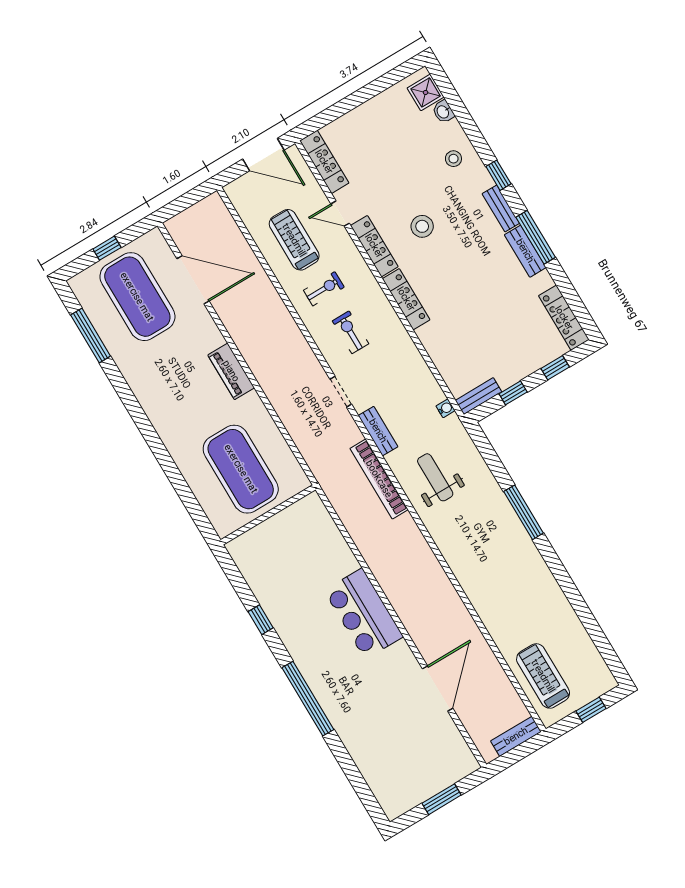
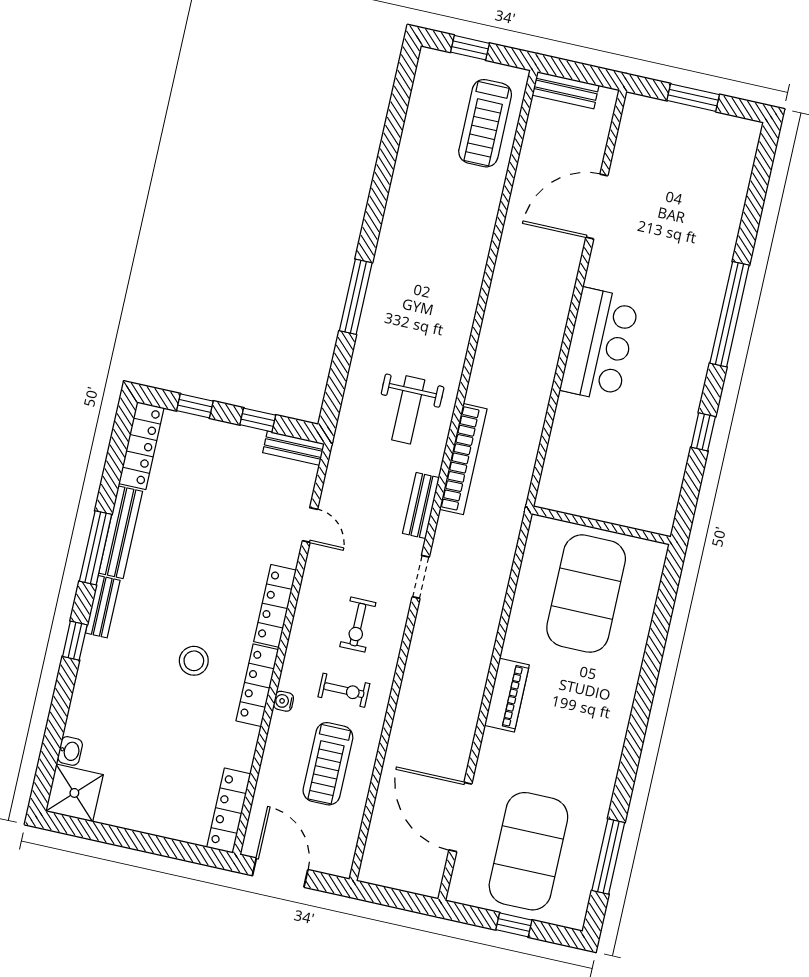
shower: (426, 92) -> (74, 793), width x1.36, depth x1.36
stool: (453, 159) -> (103, 697), removed
door: (340, 214) -> (310, 525), moved
bench: (525, 251) -> (121, 532), width x1.36
exercise bike: (324, 289) -> (344, 690), turned 180
water cooler: (446, 408) -> (284, 701), moved

